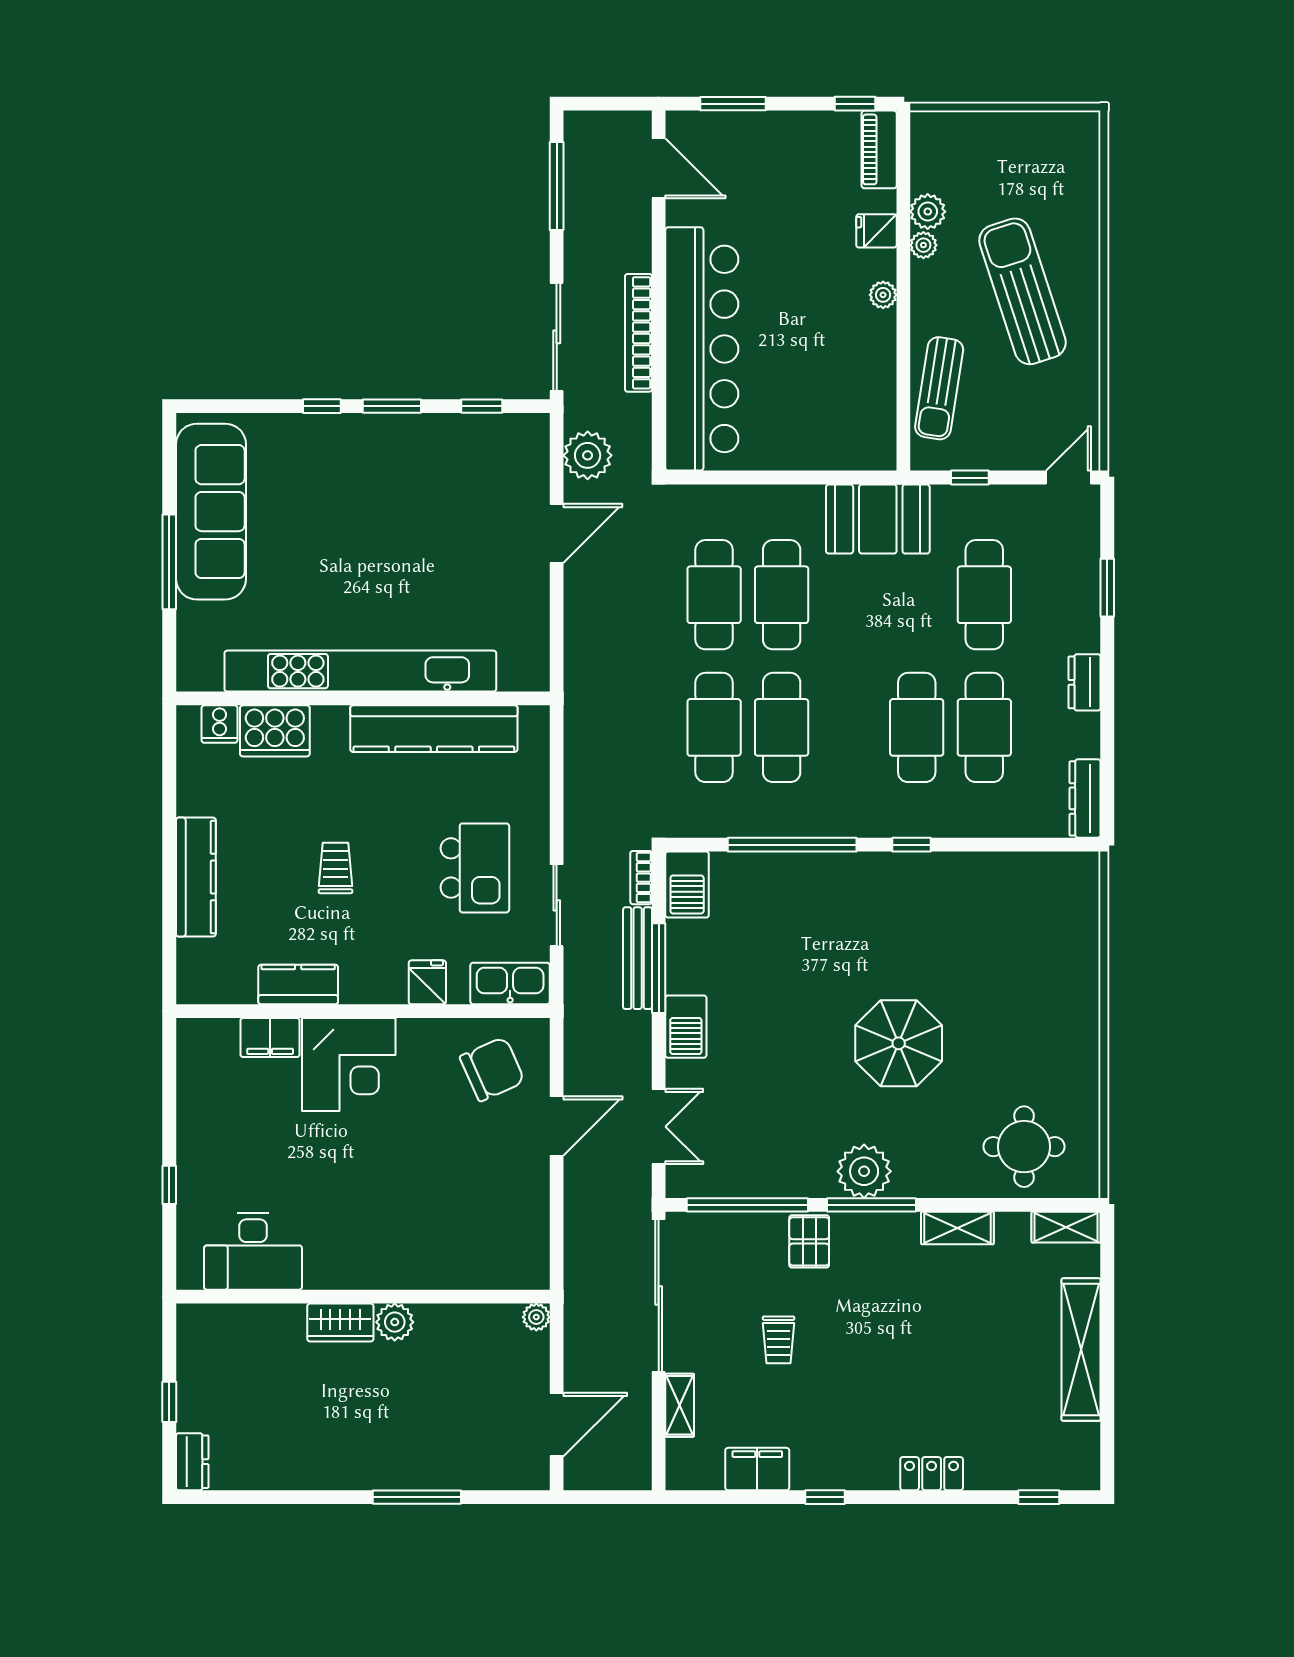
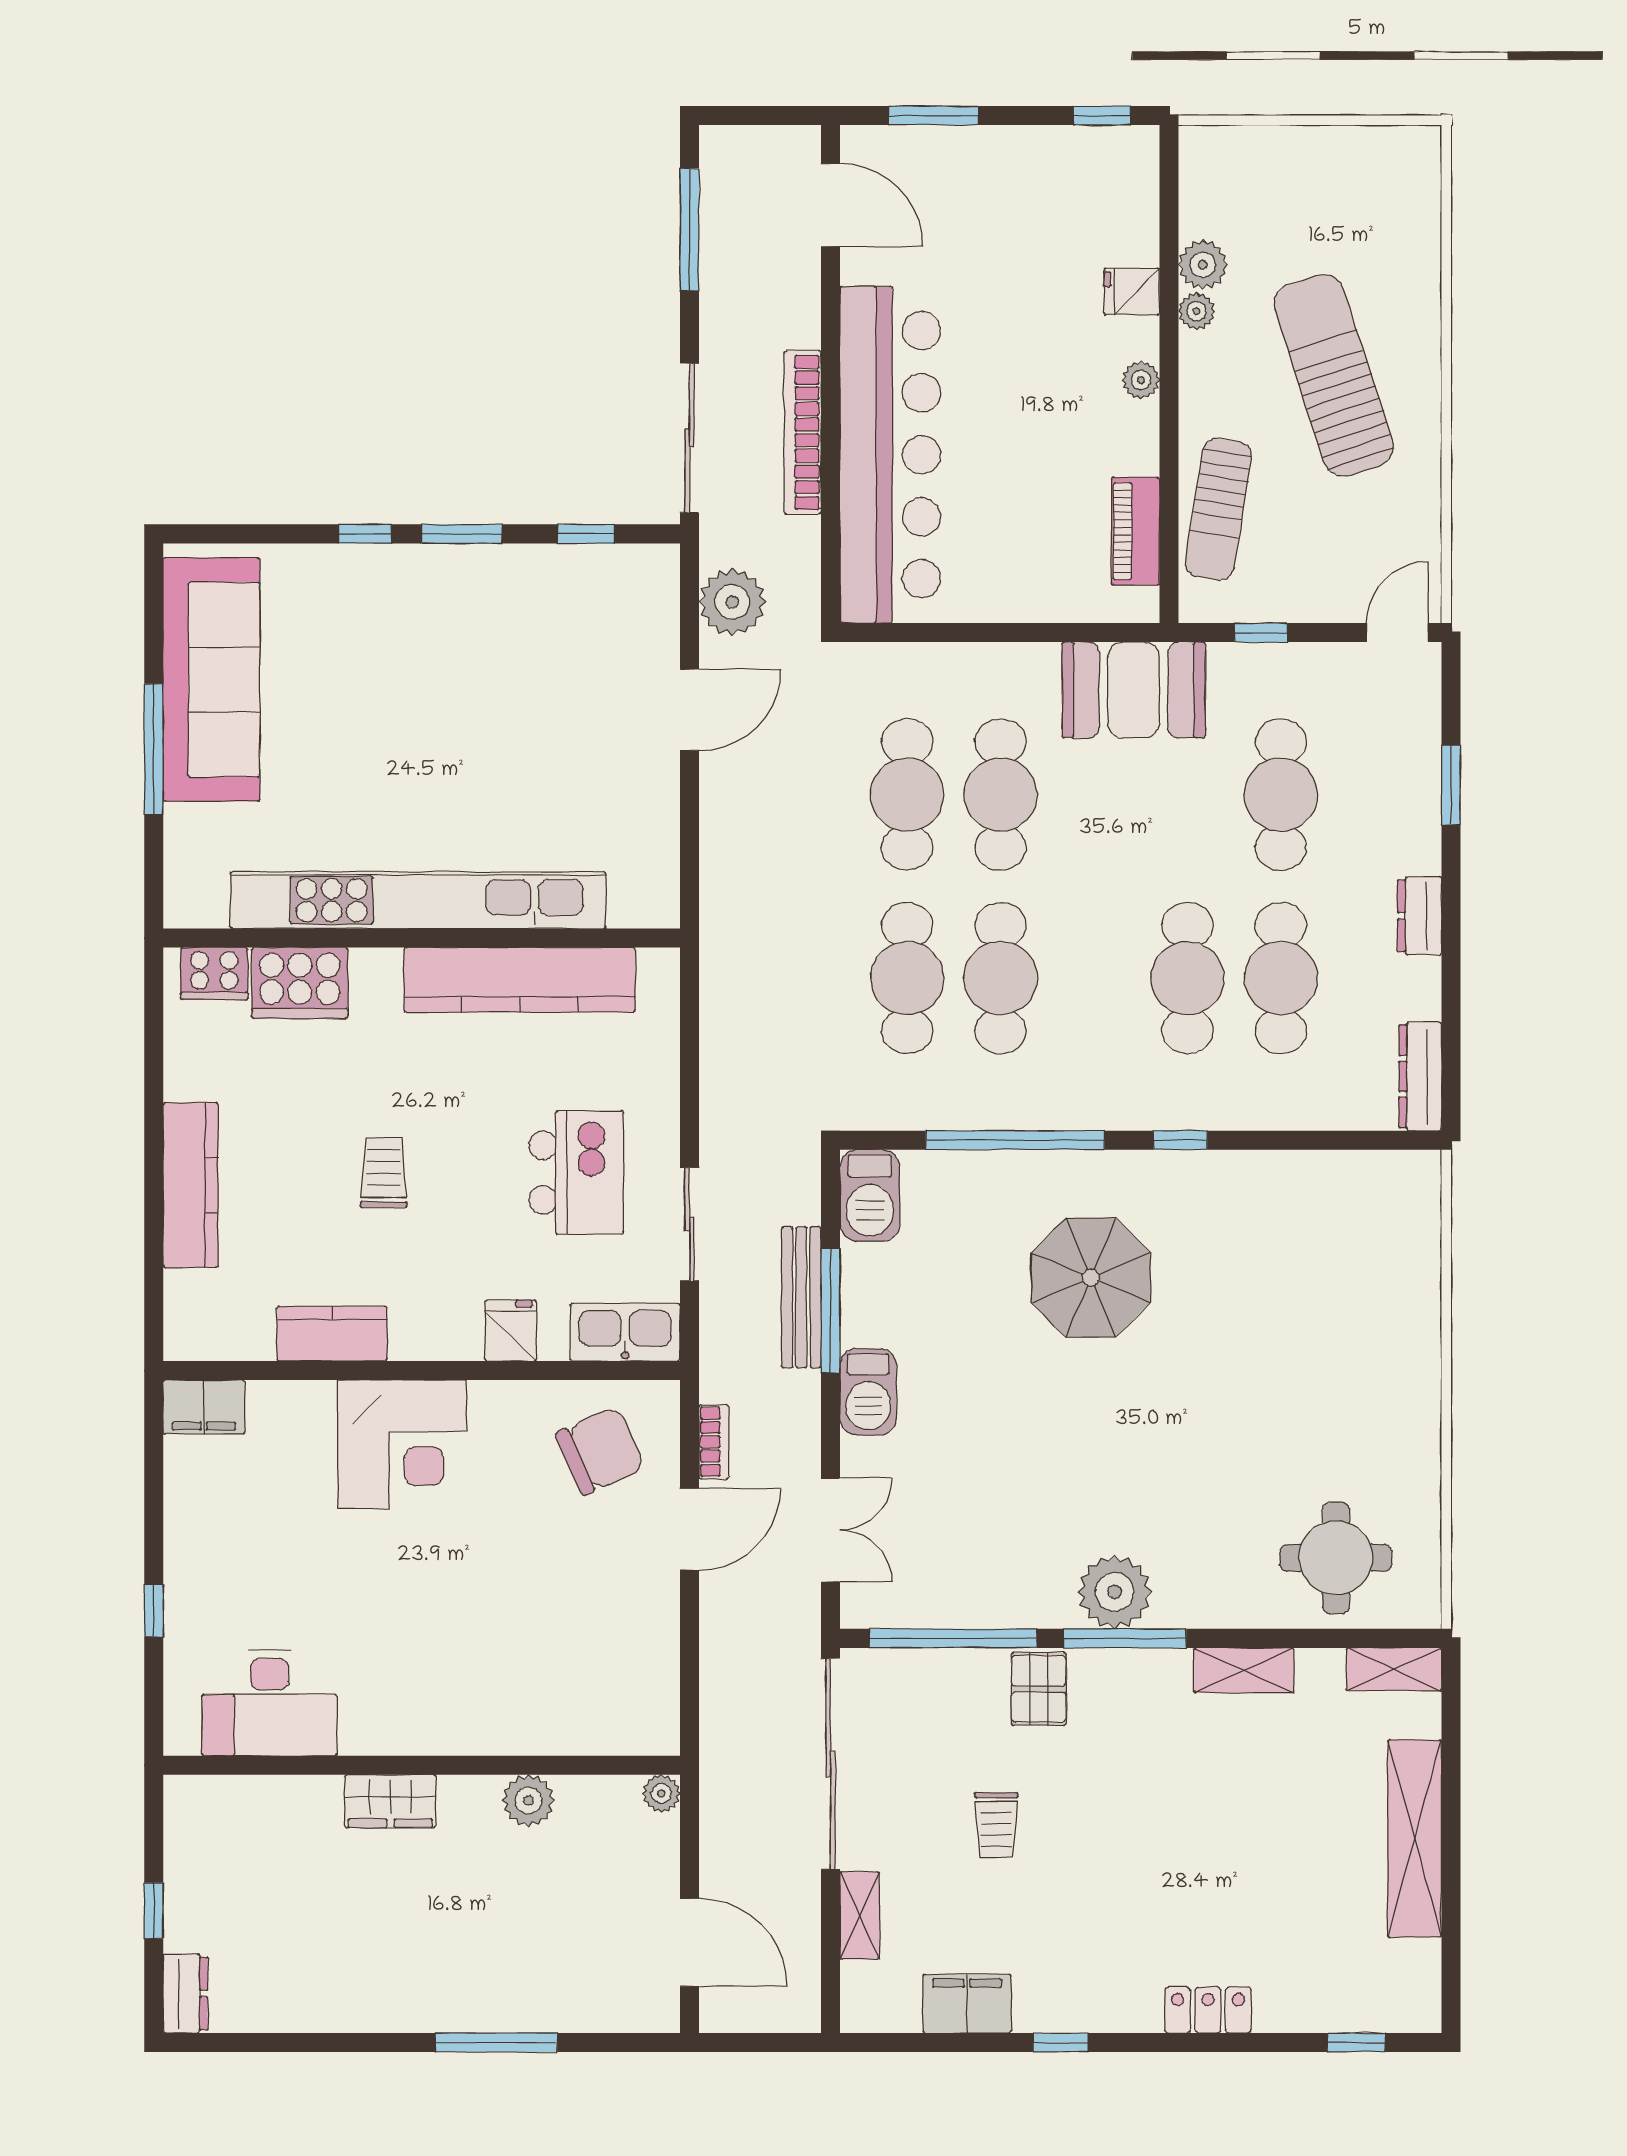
piano: (879, 149) -> (1135, 531), moved
cooker: (220, 724) -> (214, 974), width x1.36
bookcase: (641, 878) -> (714, 1442), moved, turned 180
filing cabinet: (270, 1038) -> (204, 1407), moved
parasol: (899, 1043) -> (1091, 1278), moved
plant: (395, 1322) -> (528, 1800), moved
door: (557, 1425) -> (690, 1942), hinge flipped

